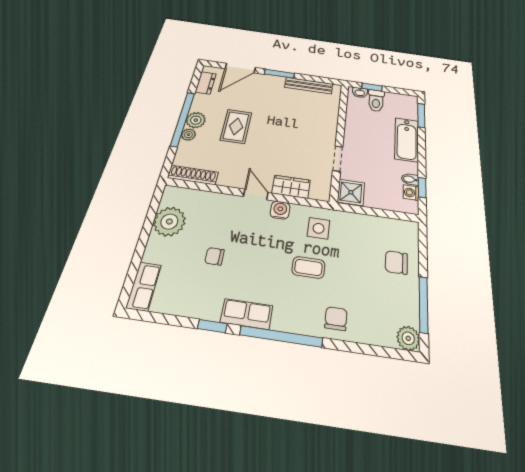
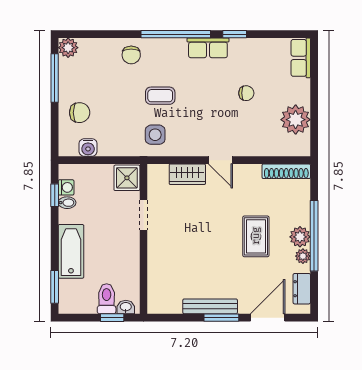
bench: (309, 86) -> (210, 306), moved
plant: (188, 135) -> (303, 256), moved
water cooler: (280, 210) -> (88, 147), moved

